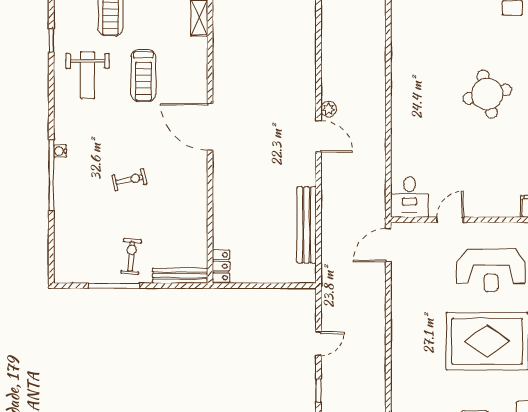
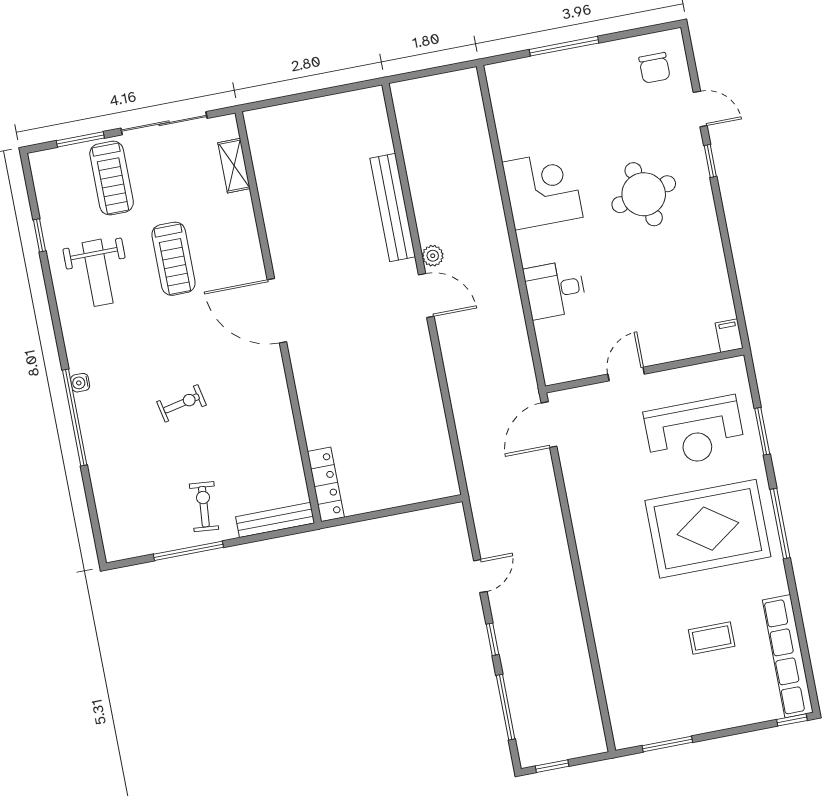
corner desk: (416, 77) -> (542, 190), added
desk: (410, 197) -> (555, 290), moved, turned 90
bench: (307, 225) -> (393, 208), moved
locker: (221, 266) -> (326, 484), width x1.53

